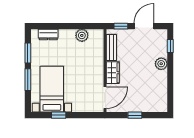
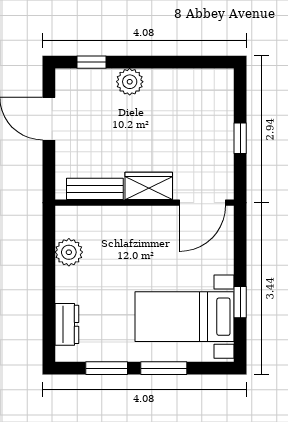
window: (121, 26) -> (49, 168), removed
door: (105, 98) -> (202, 203), swing flipped

